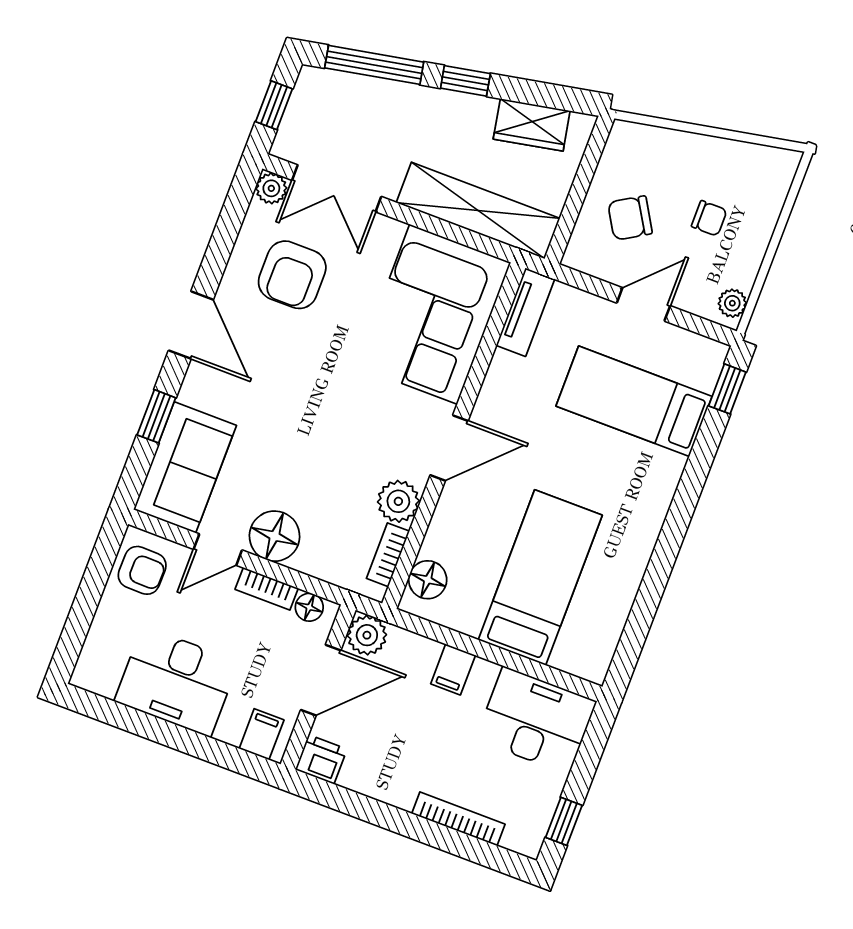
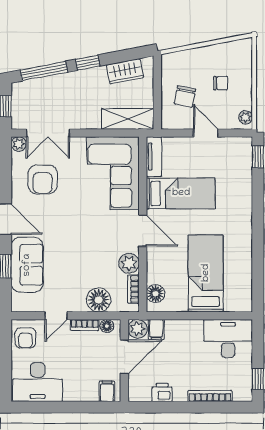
shelving: (478, 211) -> (128, 119), width x0.68
chair: (630, 218) -> (185, 96), turned -48
door: (643, 304) -> (206, 133), hinge flipped
bed: (634, 401) -> (181, 193), moved, turned 180
door: (449, 448) -> (143, 231), hinge flipped
sofa: (185, 467) -> (27, 265), moved
floor lamp: (275, 536) -> (99, 300), moved
armchair: (142, 570) -> (25, 338), turned 89
filing cabinet: (453, 669) -> (156, 330), moved
desk: (176, 681) -> (38, 382), moved
printer: (321, 759) -> (162, 392), moved

